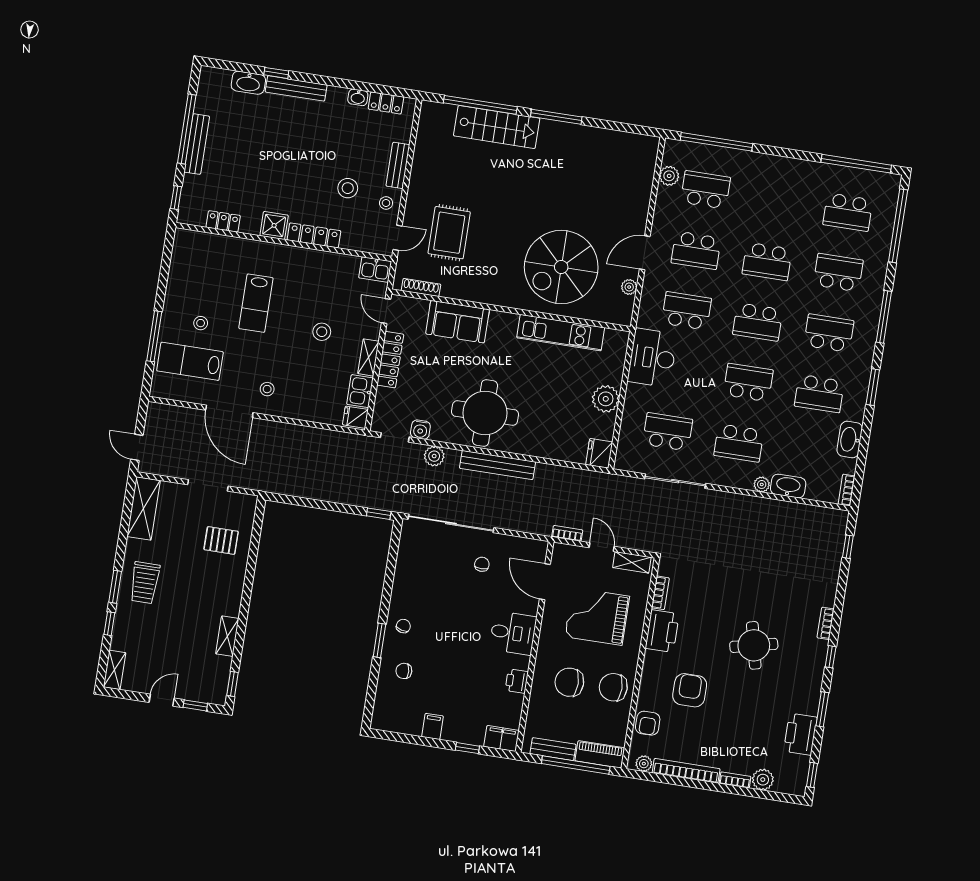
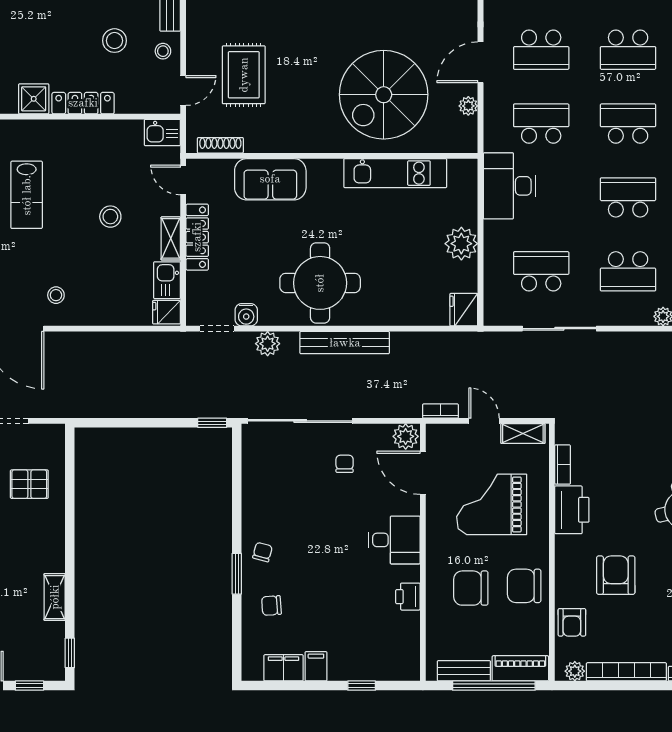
school desk: (758, 322) -> (628, 124), turned 180
plant: (535, 550) -> (406, 436), added
filing cabinet: (501, 739) -> (284, 668), moved

